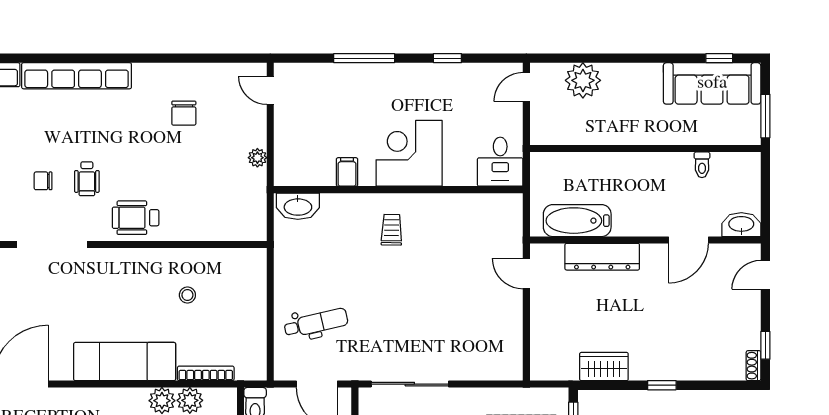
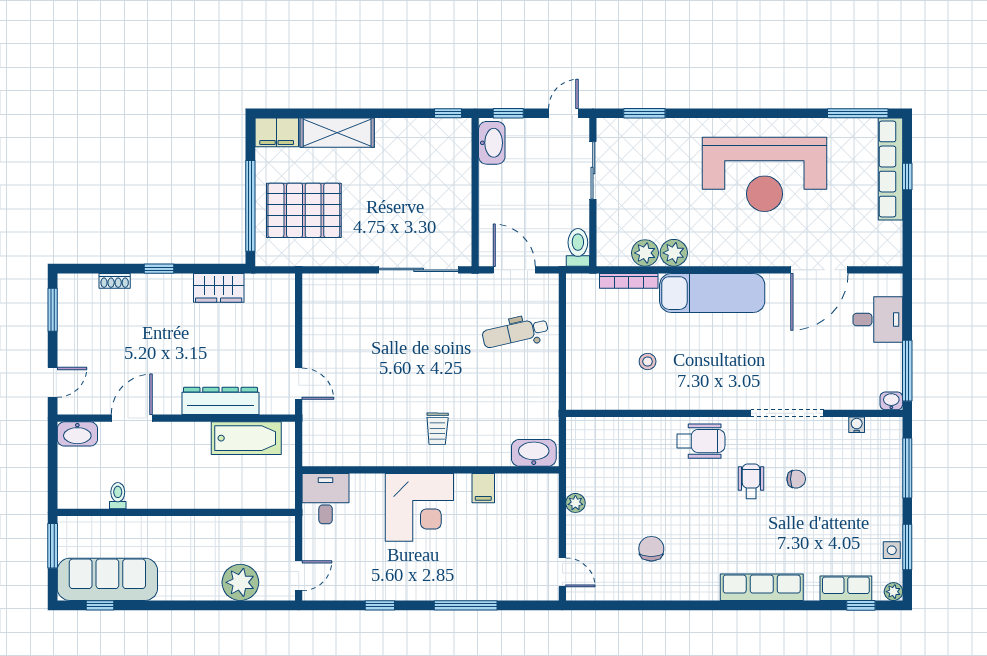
row of seats: (77, 76) -> (762, 587), width x0.73
window: (765, 345) -> (53, 310), width x1.50
shoe rack: (753, 366) -> (115, 281), moved, turned 90

